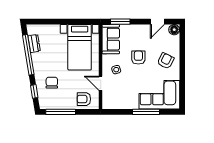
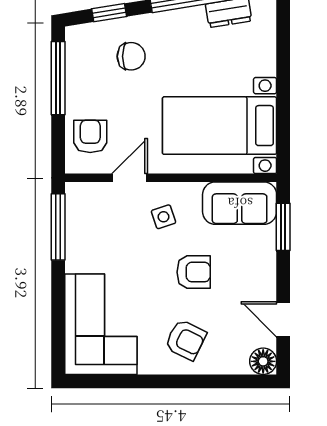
window: (146, 112) -> (58, 227), moved

